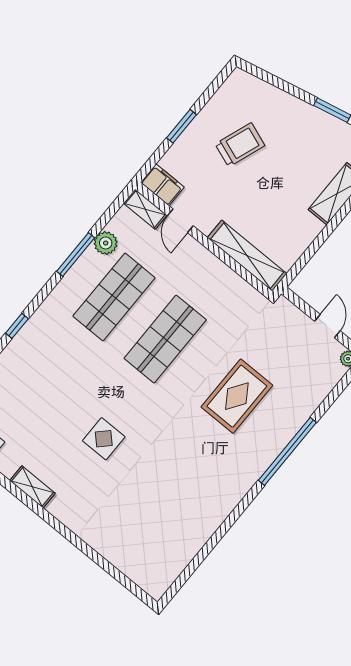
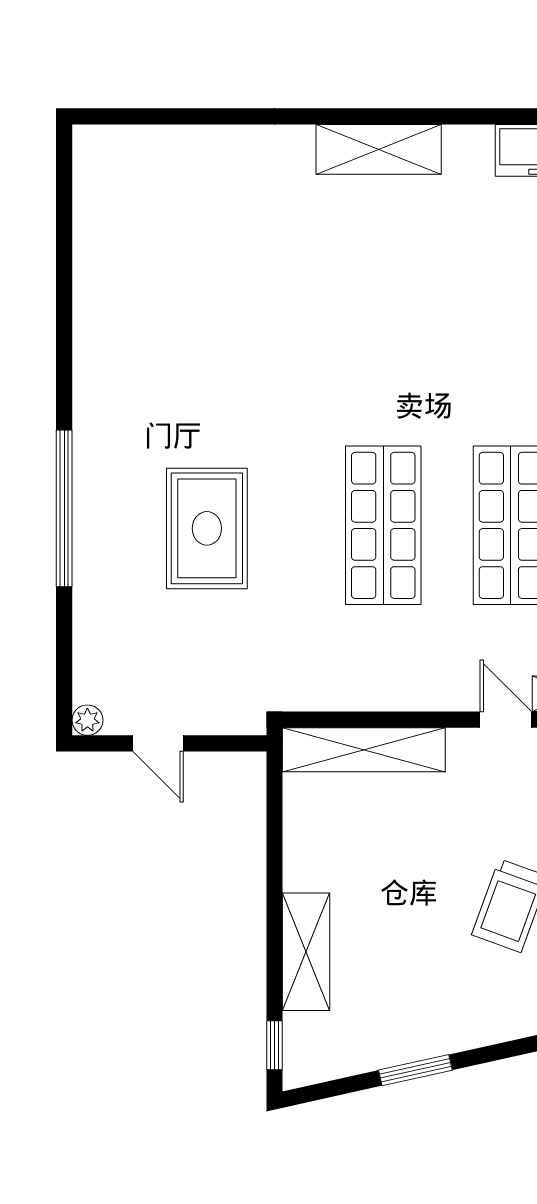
display table: (104, 439) -> (352, 302), removed
shelving: (32, 487) -> (379, 149), width x1.50, depth x1.33

